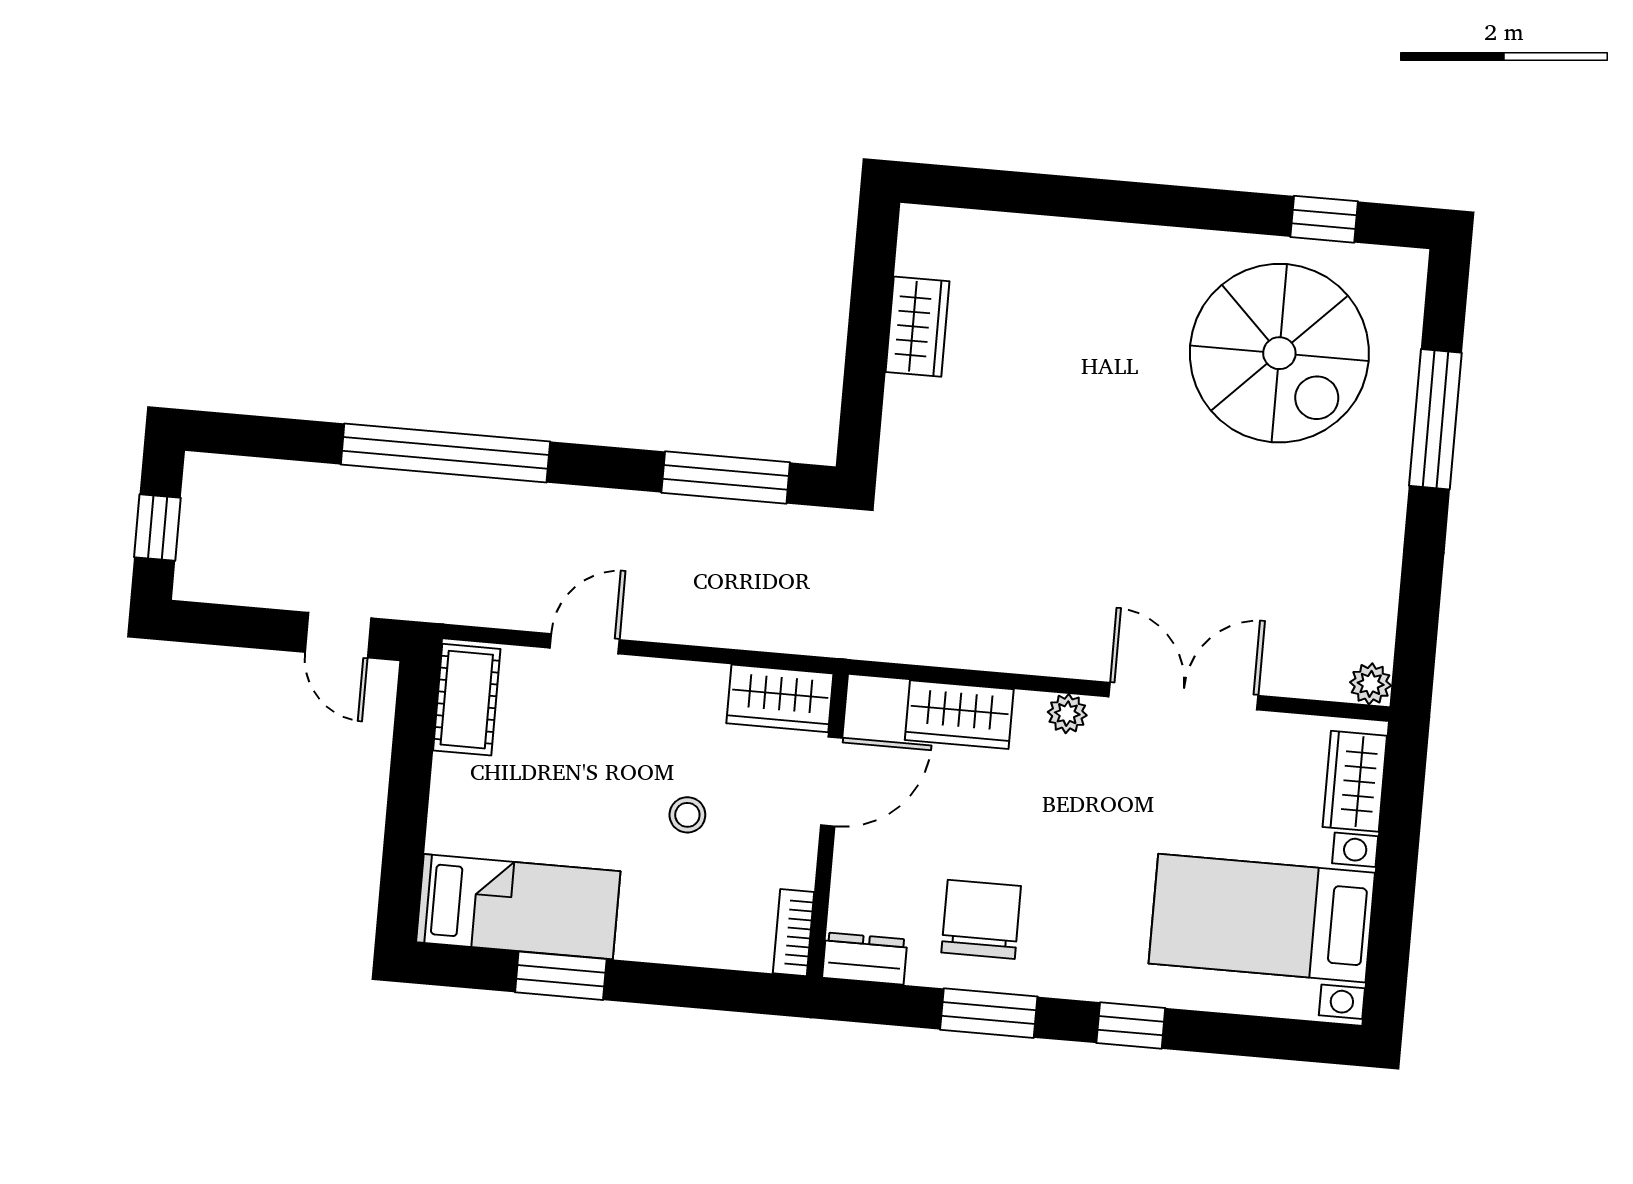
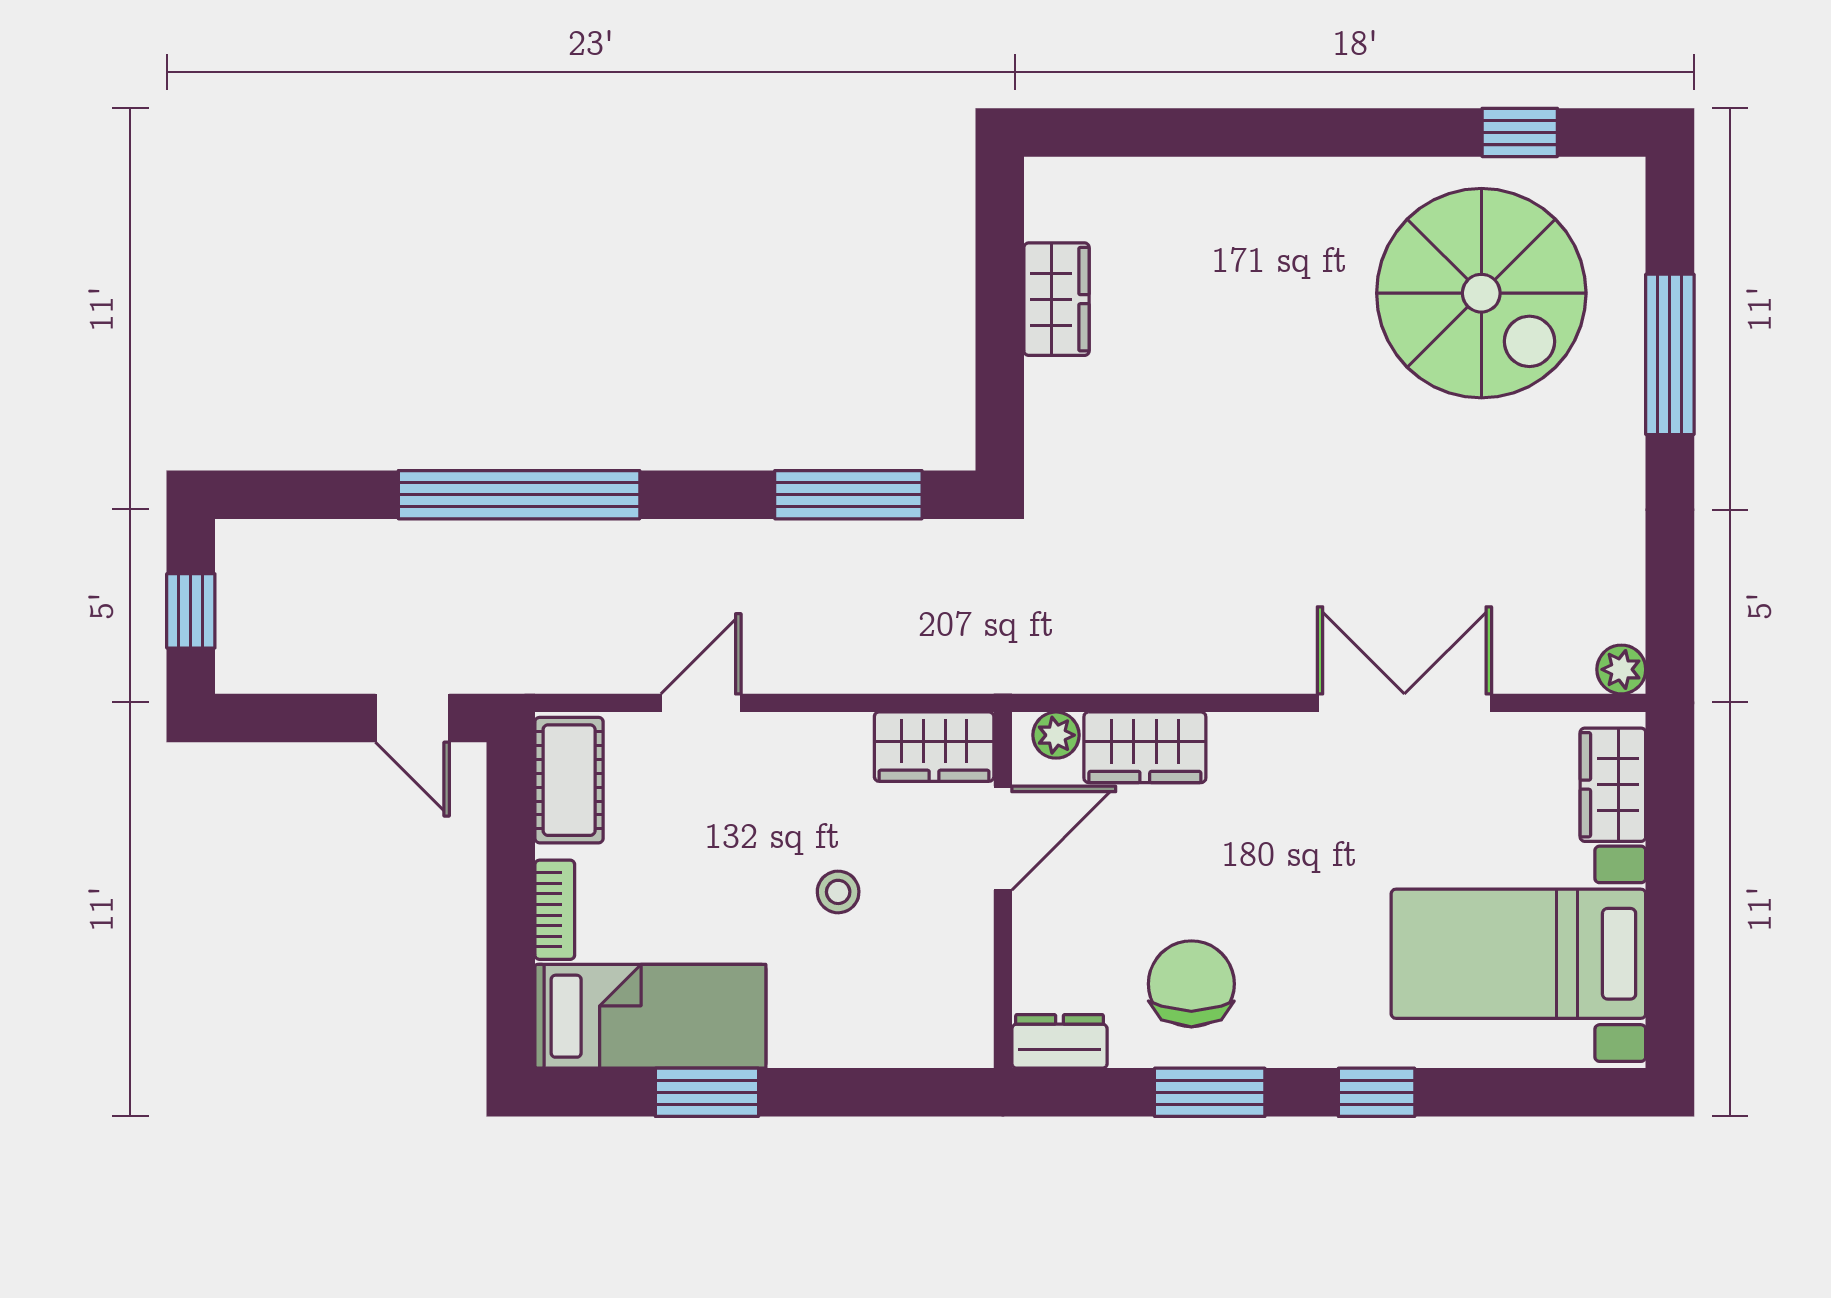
plant: (1067, 714) -> (1056, 735), moved
bookcase: (794, 933) -> (555, 910), moved, turned 180

